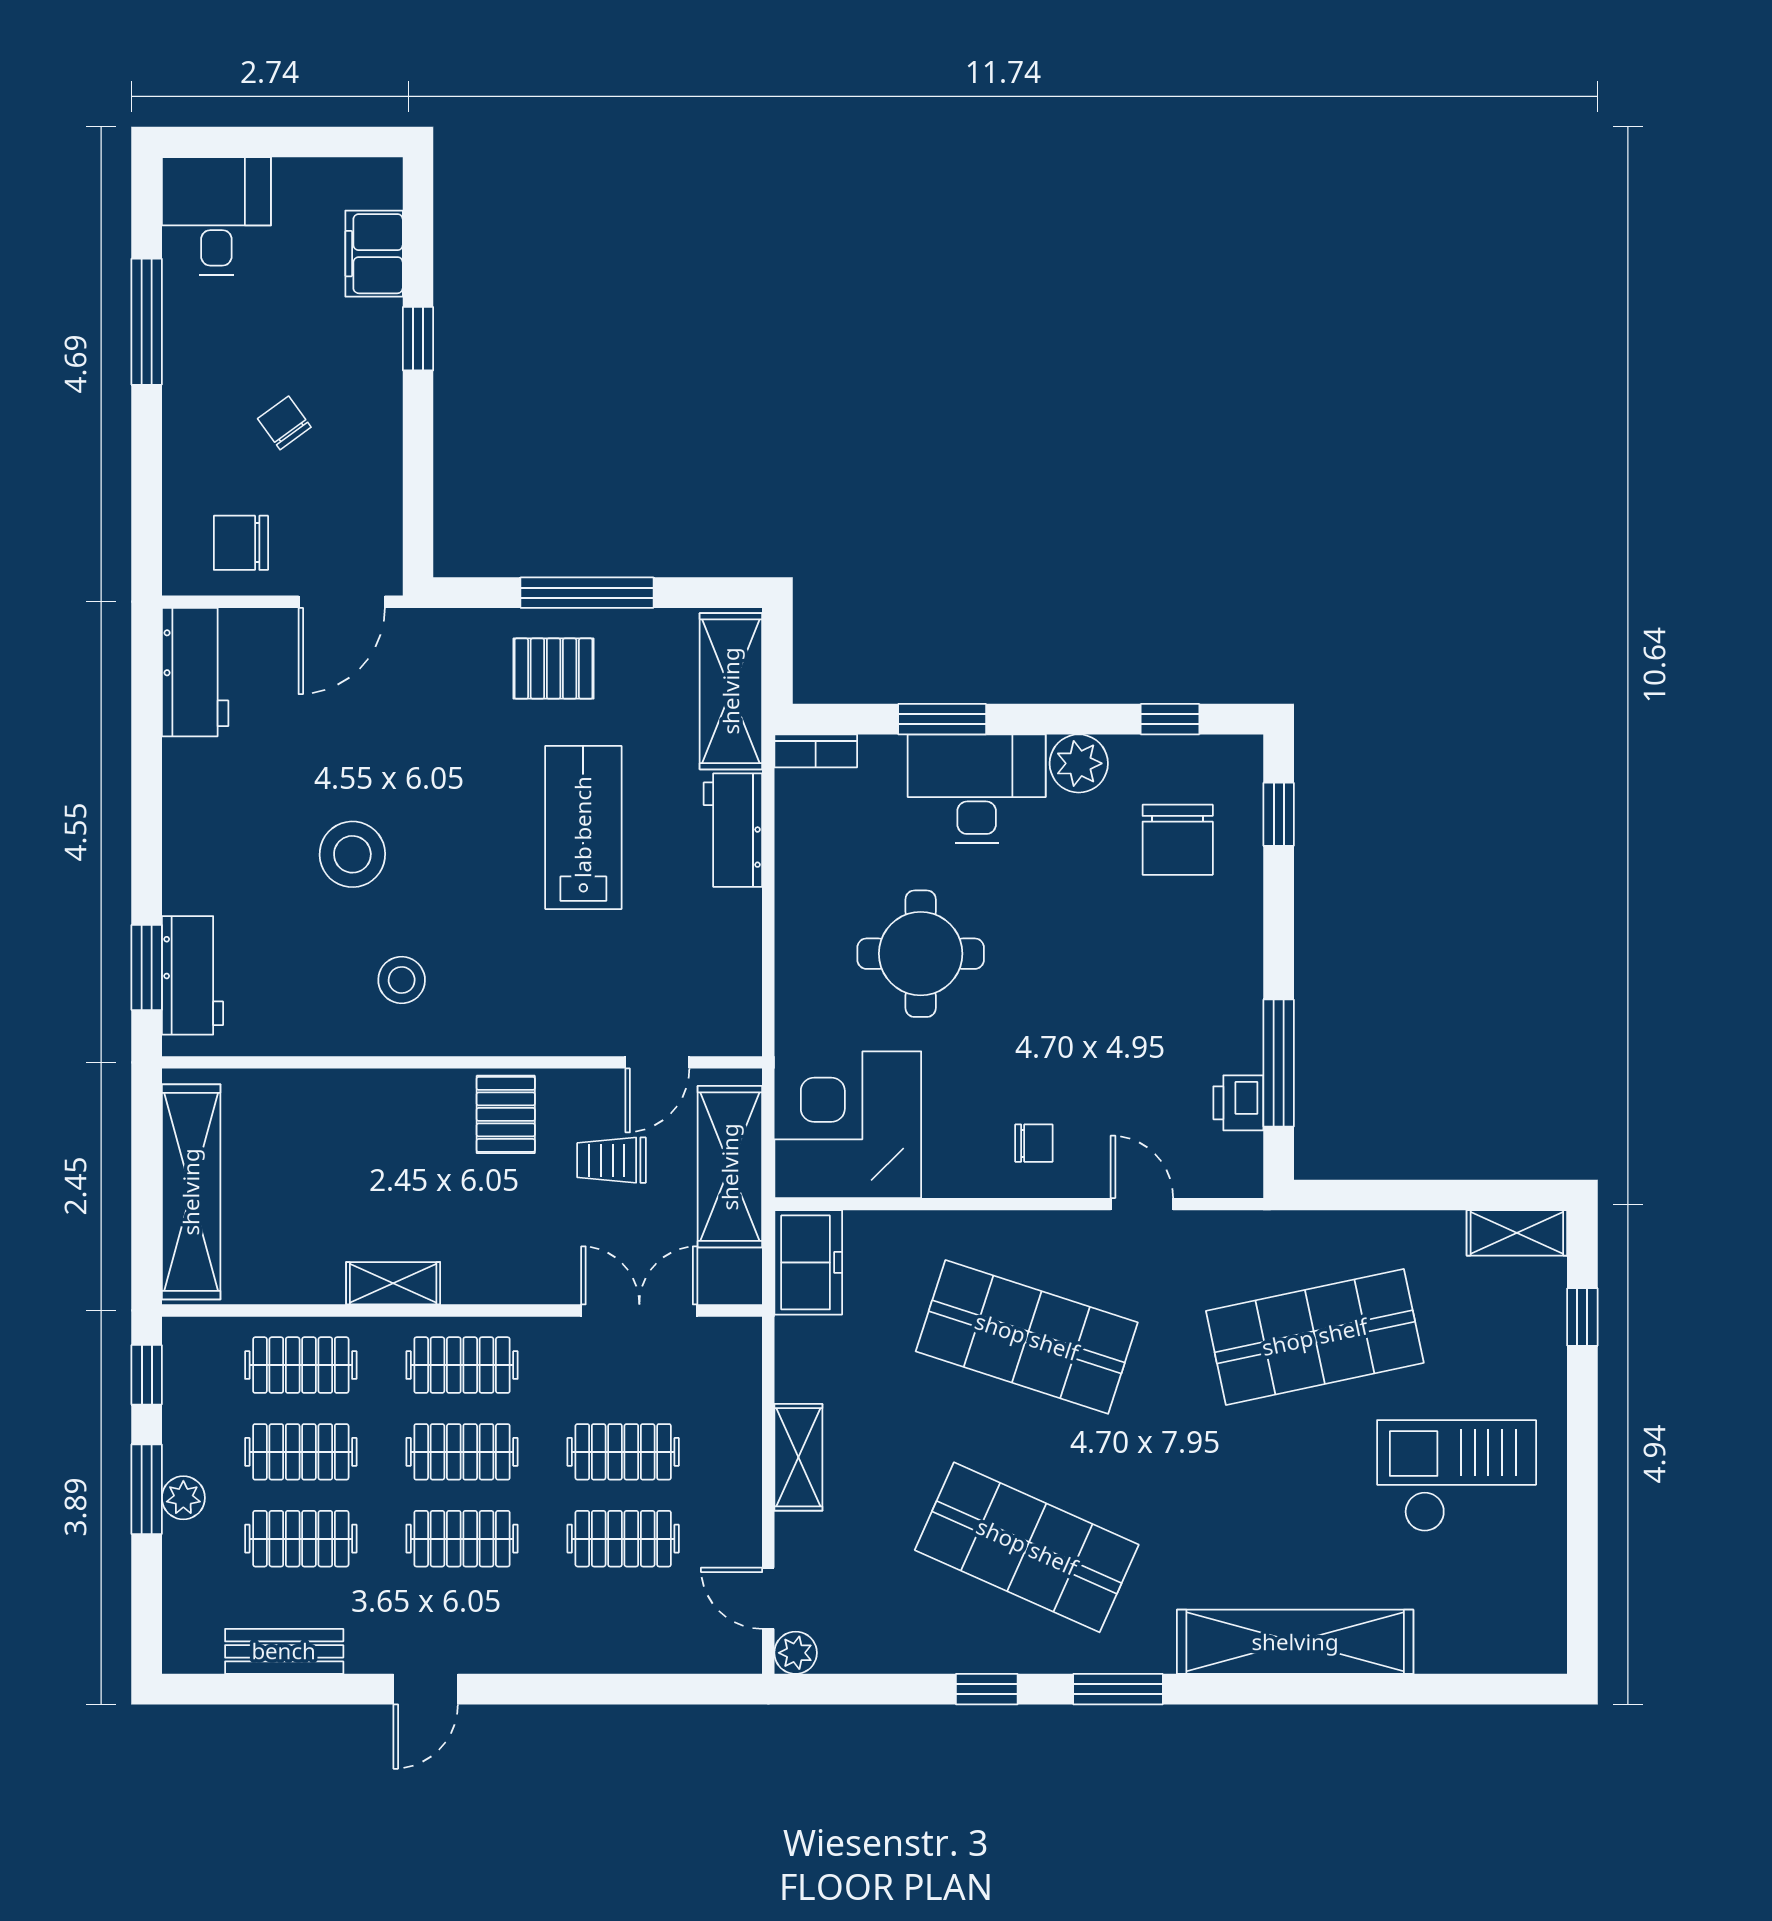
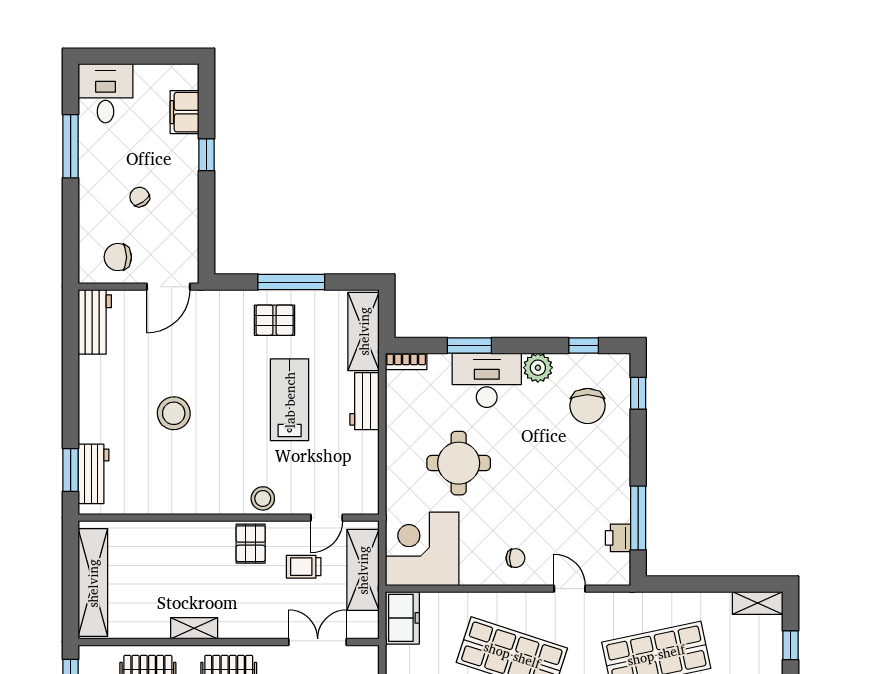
stool: (402, 980) -> (263, 498), moved

